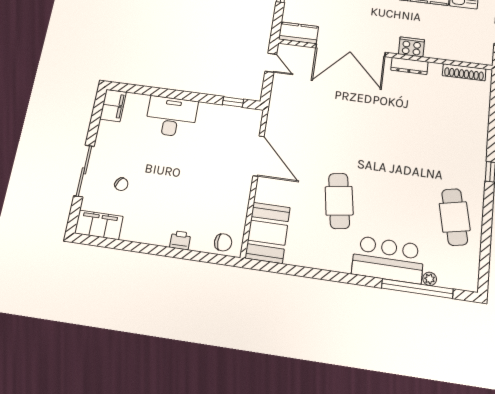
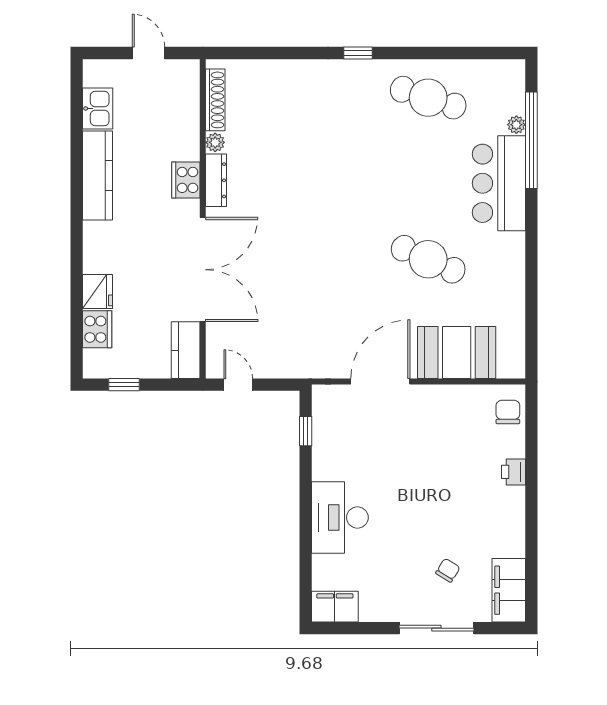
door: (271, 63) -> (238, 385), hinge flipped
plant: (435, 69) -> (215, 142), added
cafe table: (339, 201) -> (428, 259), turned 33
cafe table: (455, 217) -> (428, 98), turned 30
booth: (268, 233) -> (457, 352), moved

